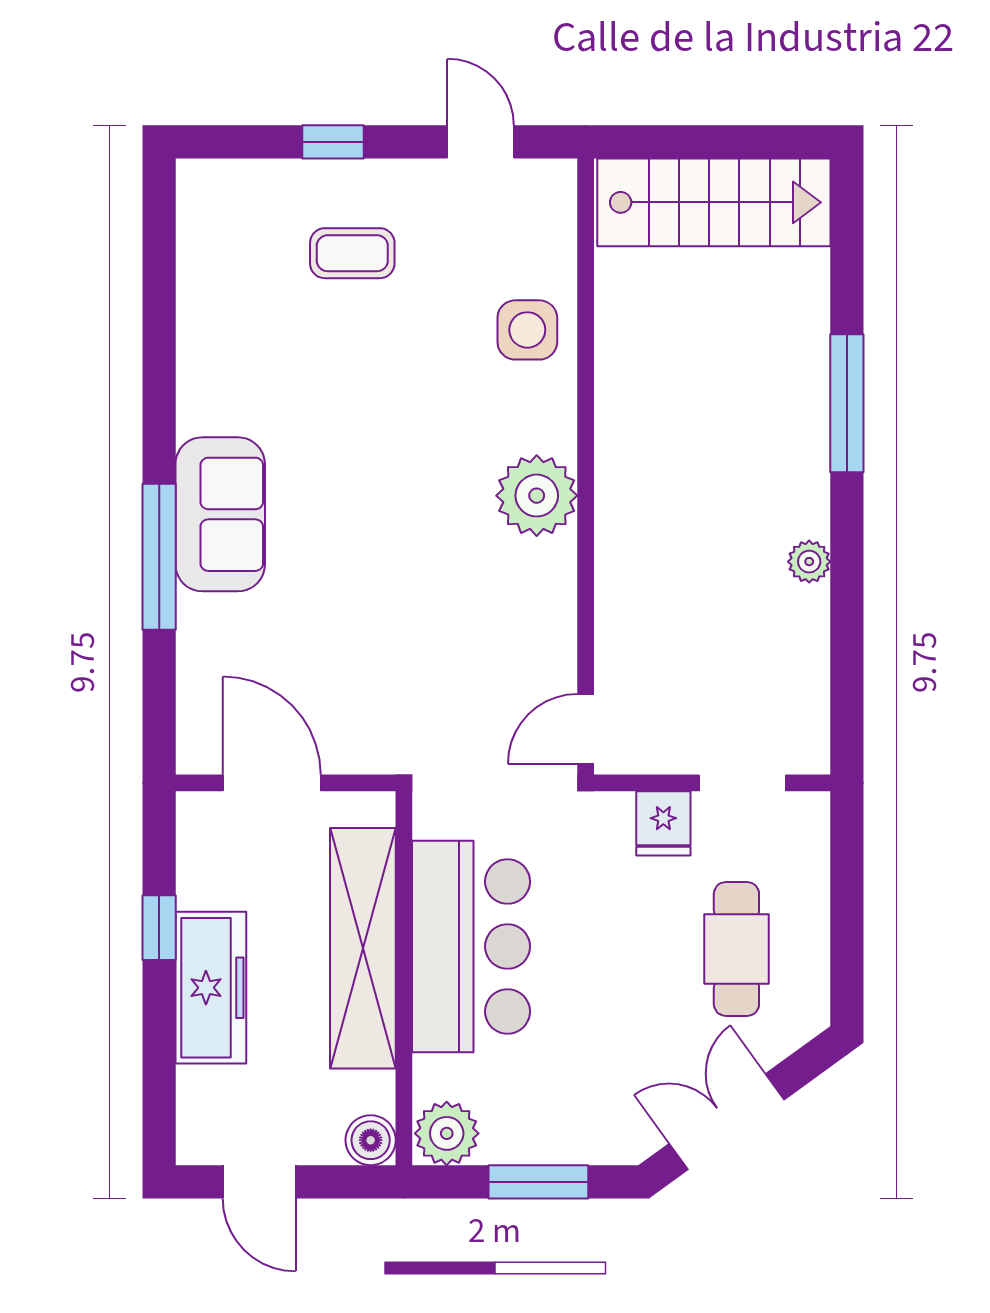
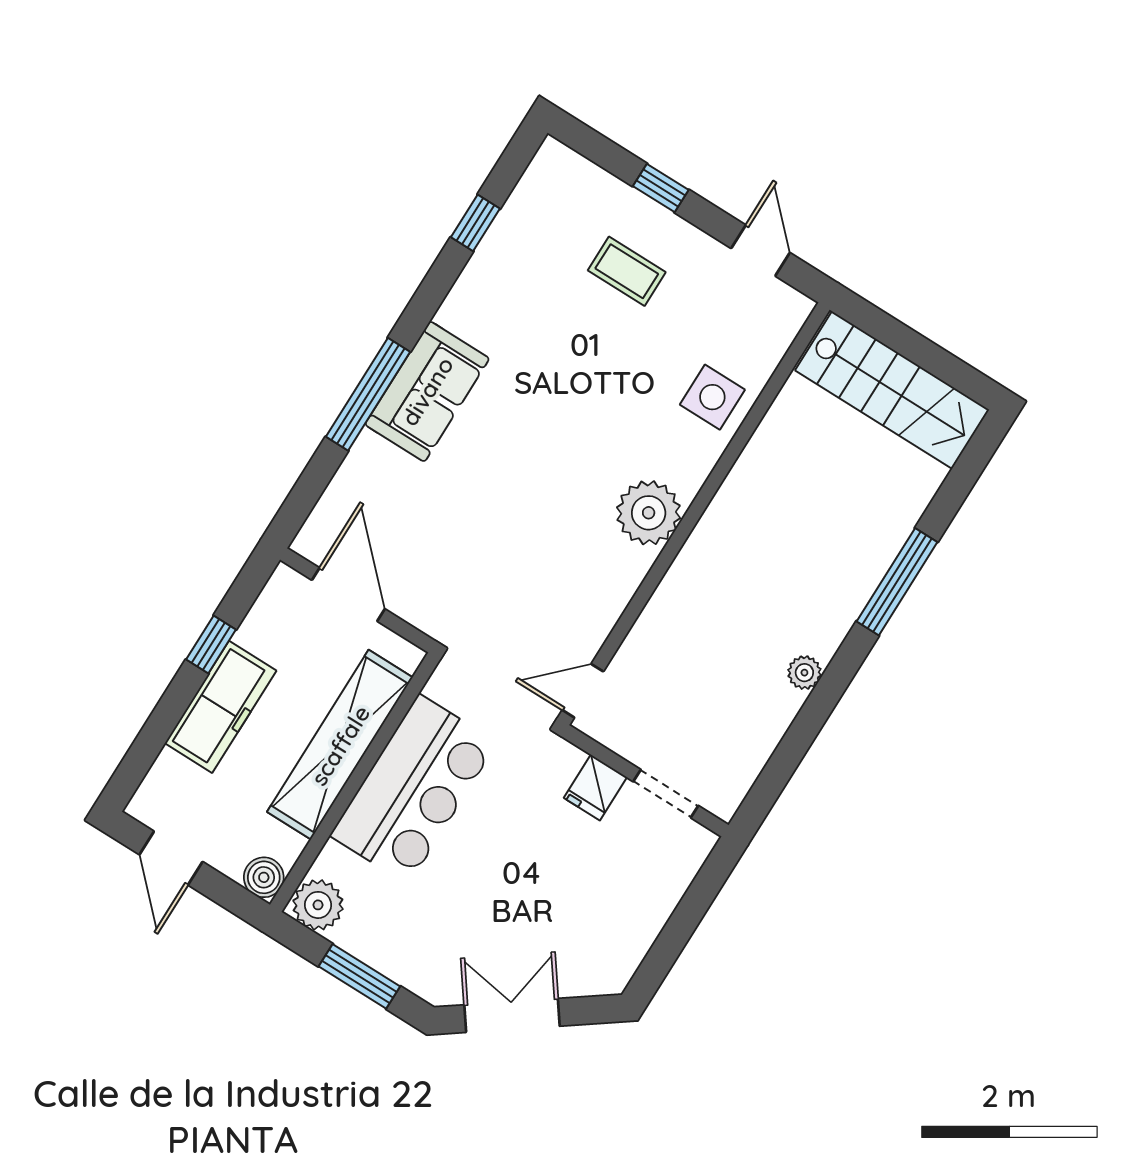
window: (159, 303) -> (475, 223), added
cafe table: (736, 949) -> (591, 903), removed

